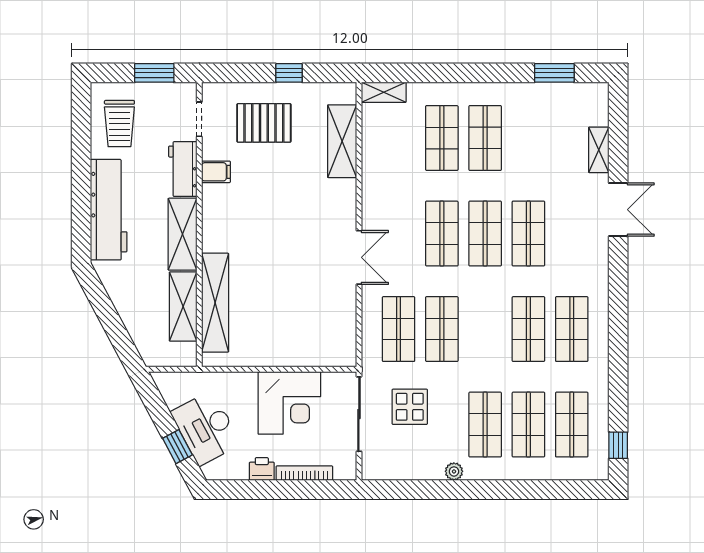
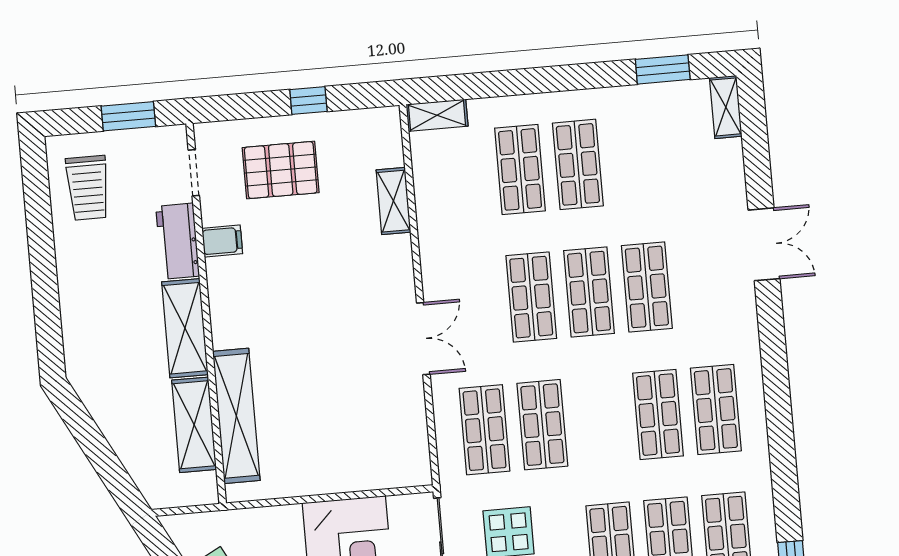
shelving: (342, 141) -> (393, 201), width x0.67, depth x0.75
shelving: (599, 150) -> (726, 107), moved
workbench: (109, 210) -> (83, 304), removed

